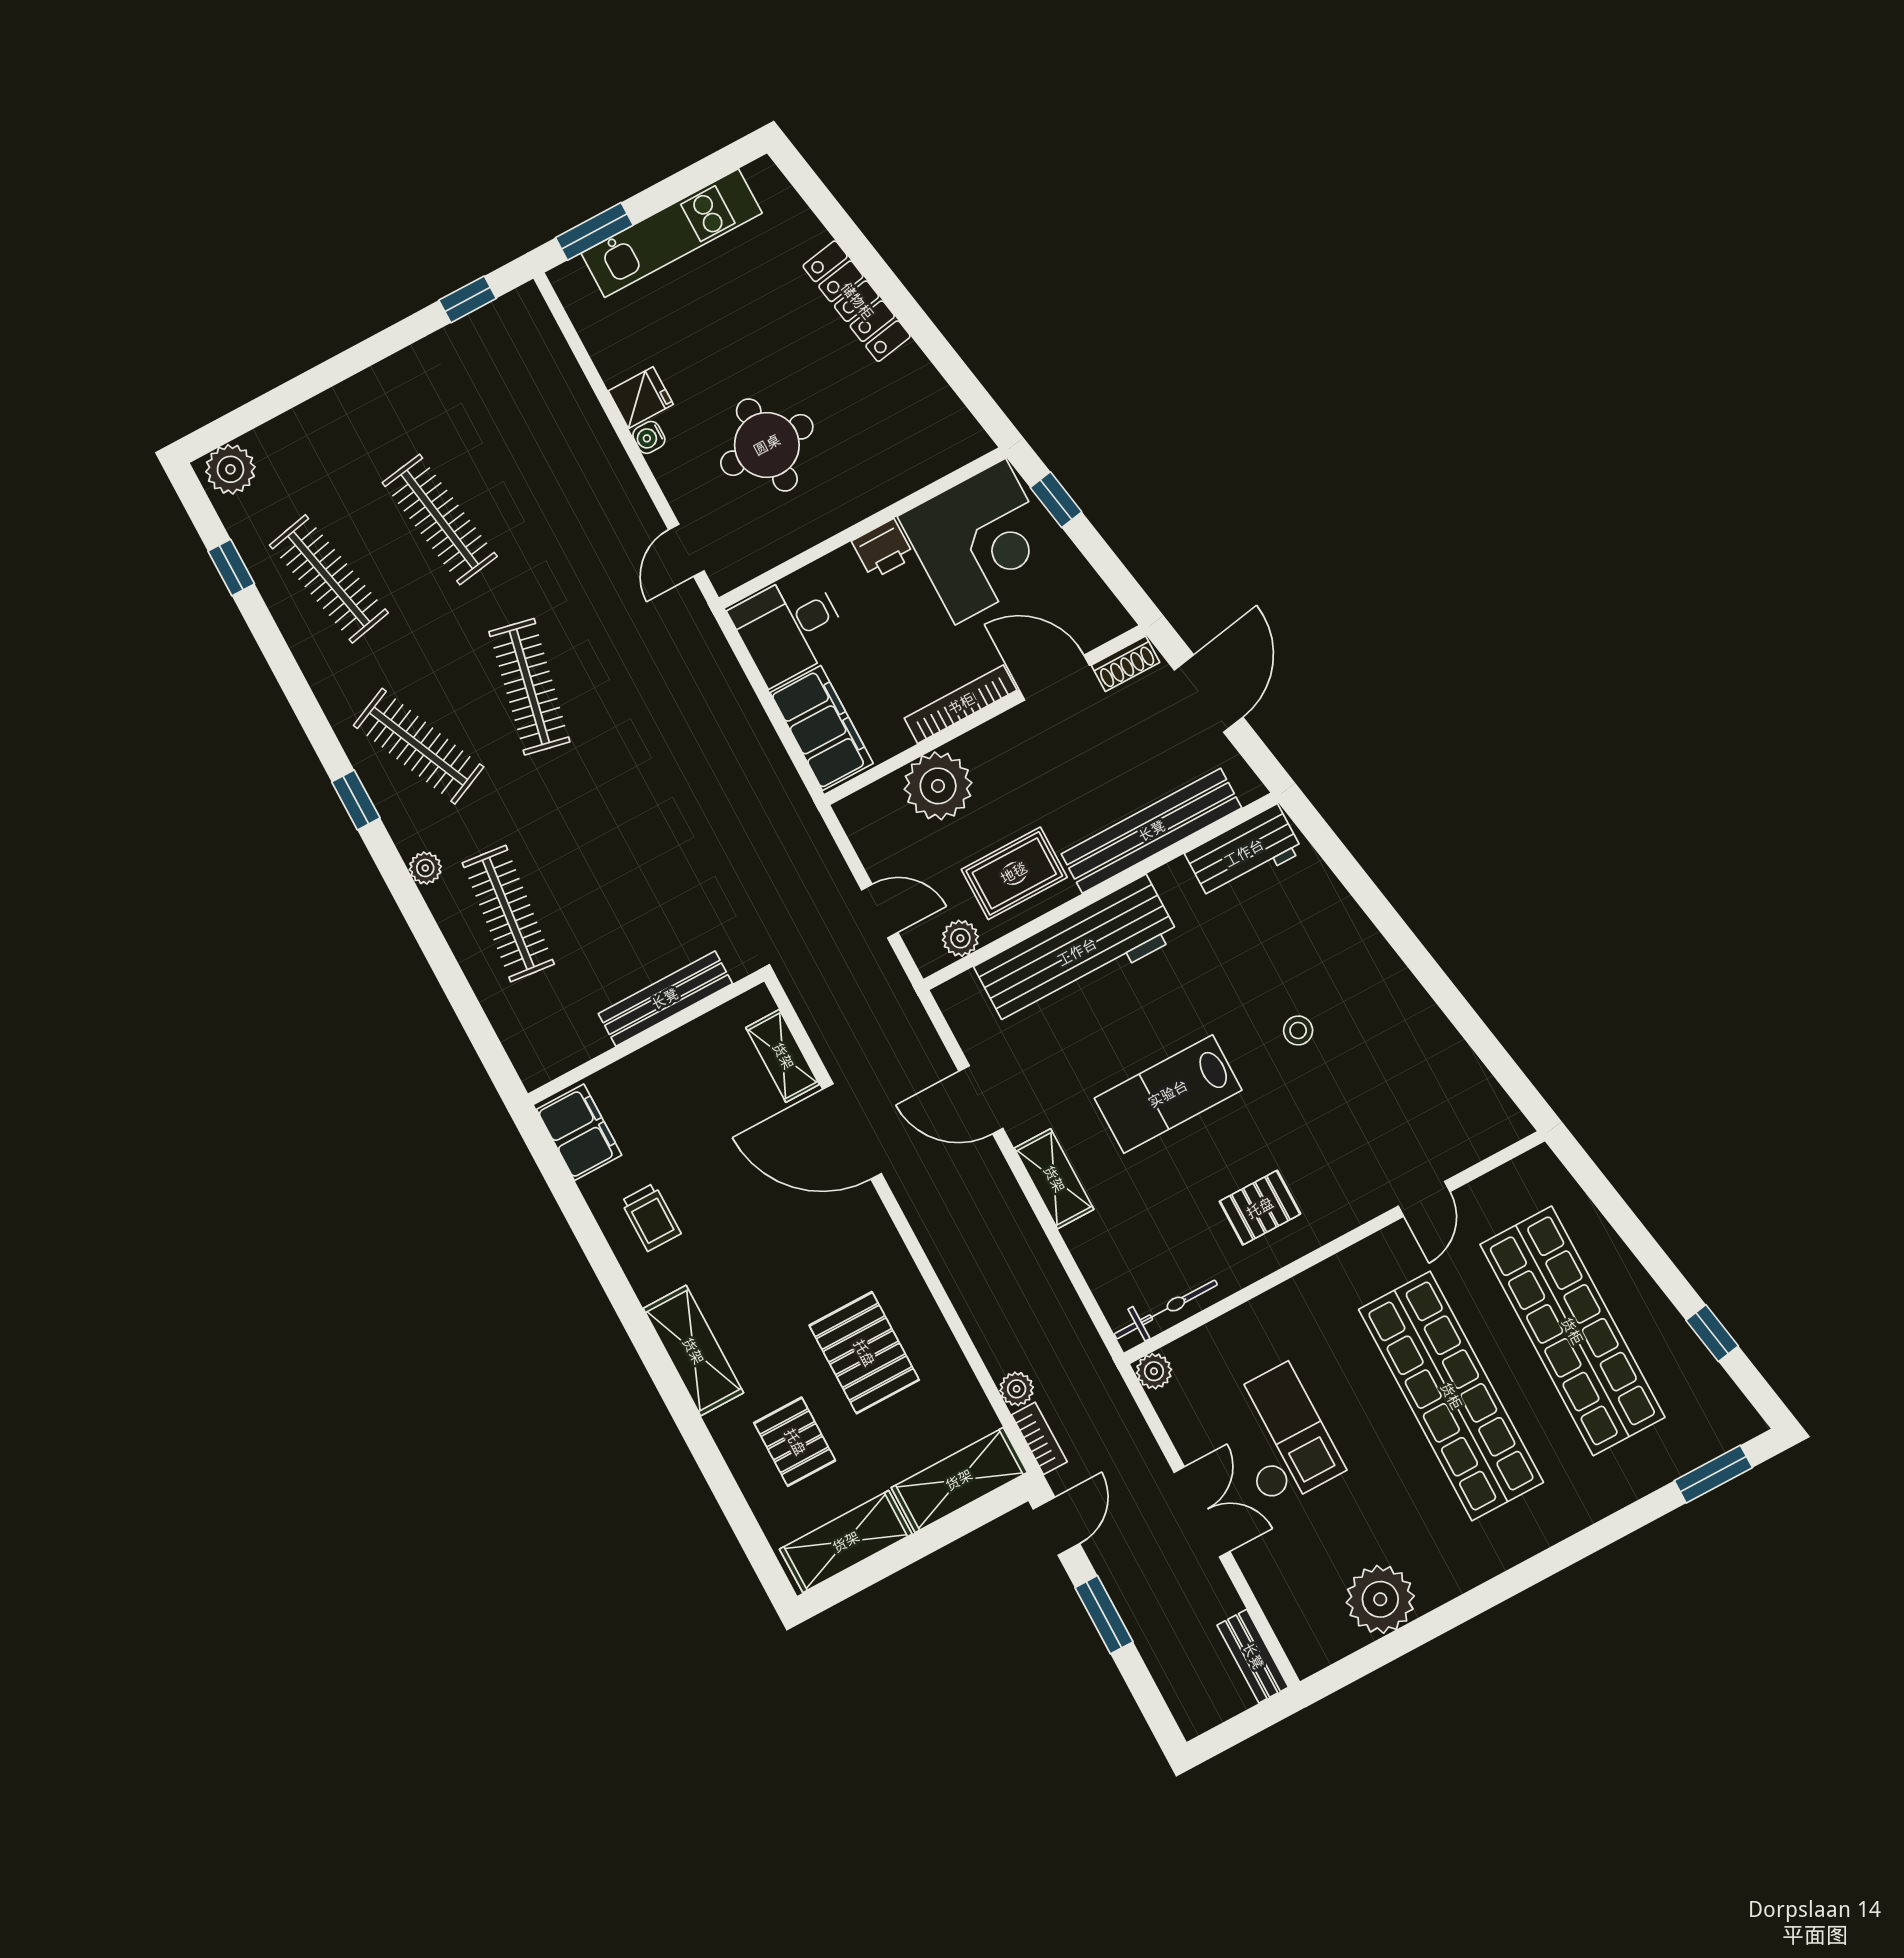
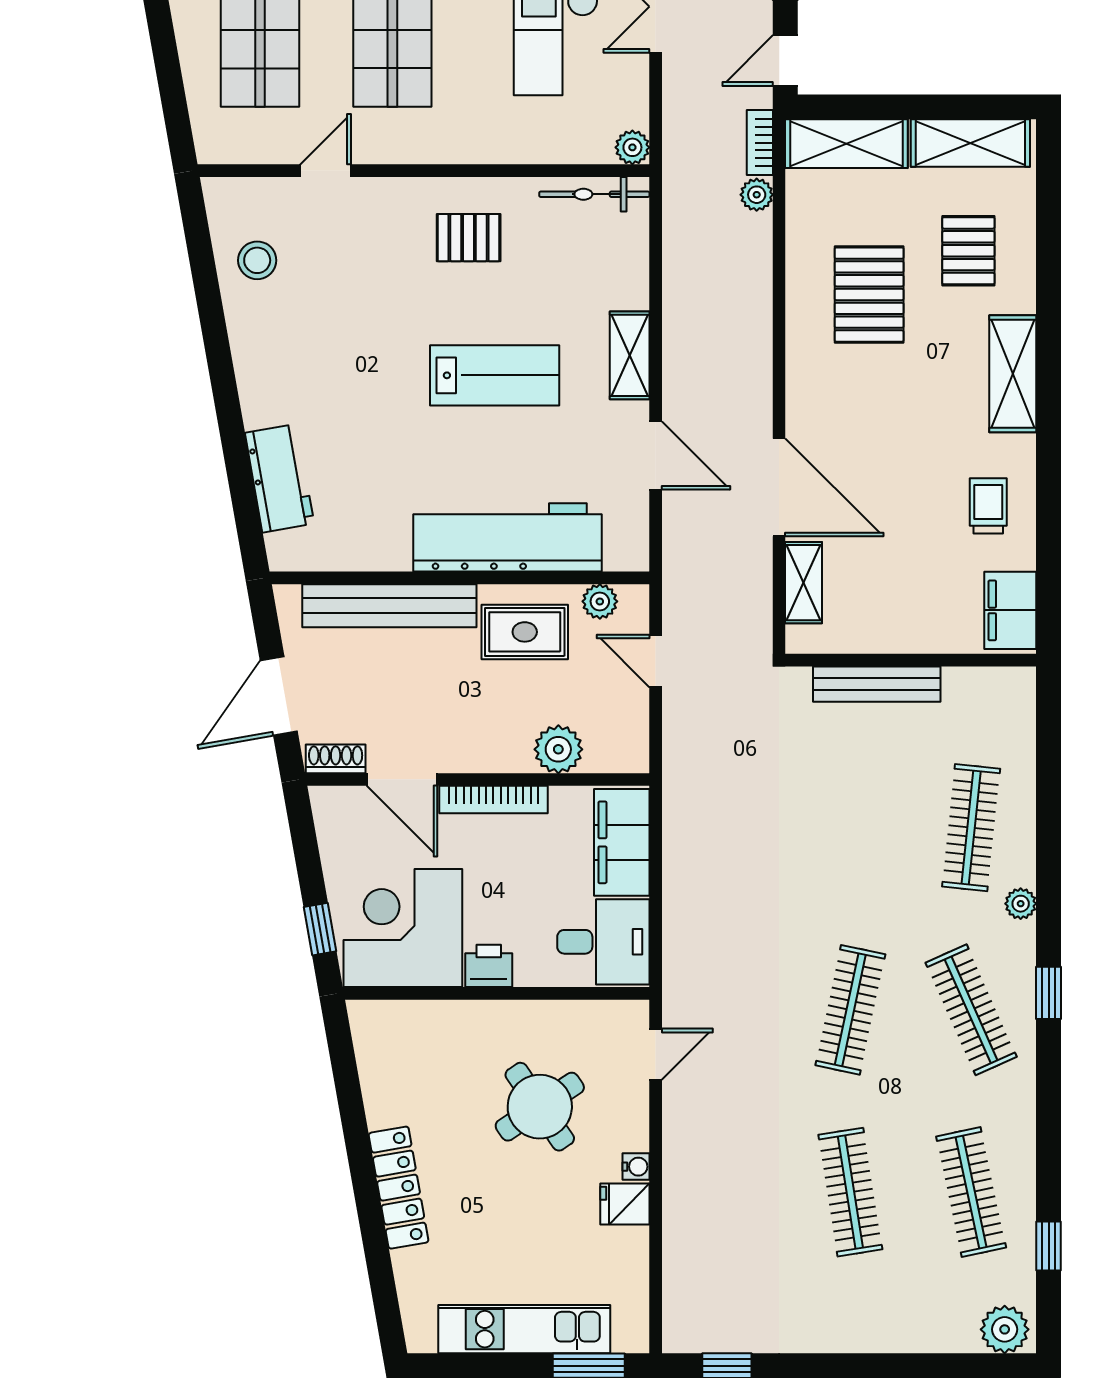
round table: (767, 445) -> (540, 1107), turned -34
plant: (938, 786) -> (558, 749), width x0.73, depth x0.73
workbench: (1244, 853) -> (280, 478), moved, turned 80
stool: (1298, 1030) -> (257, 260), moved, width x1.37, depth x1.37

